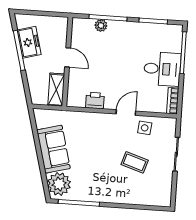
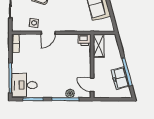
door: (68, 57) -> (92, 85), moved
desk: (162, 69) -> (24, 85), moved
printer: (95, 101) -> (85, 40), moved

